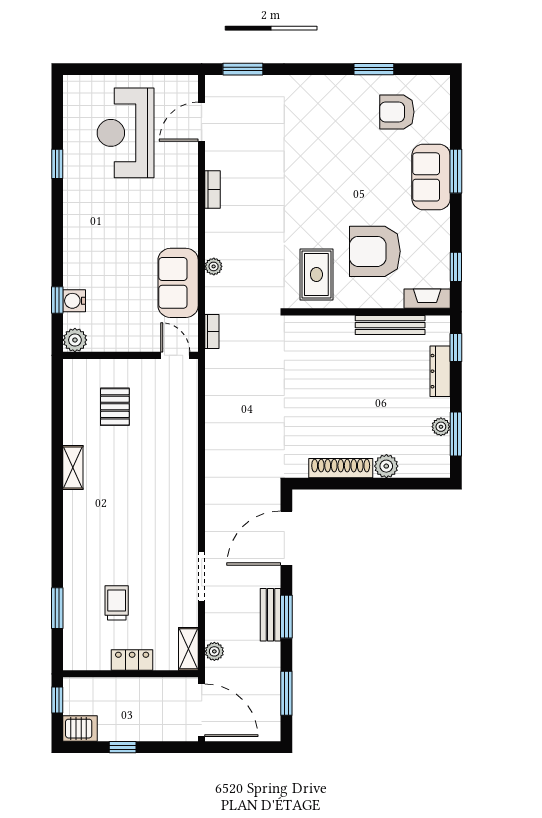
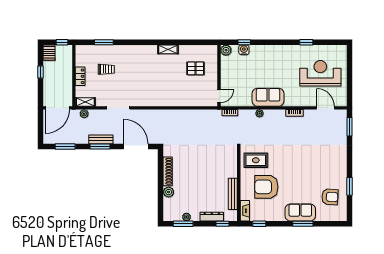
armchair: (397, 112) -> (330, 197), turned 93
armchair: (375, 251) -> (266, 187), turned -90
sofa: (178, 283) -> (268, 97), moved

